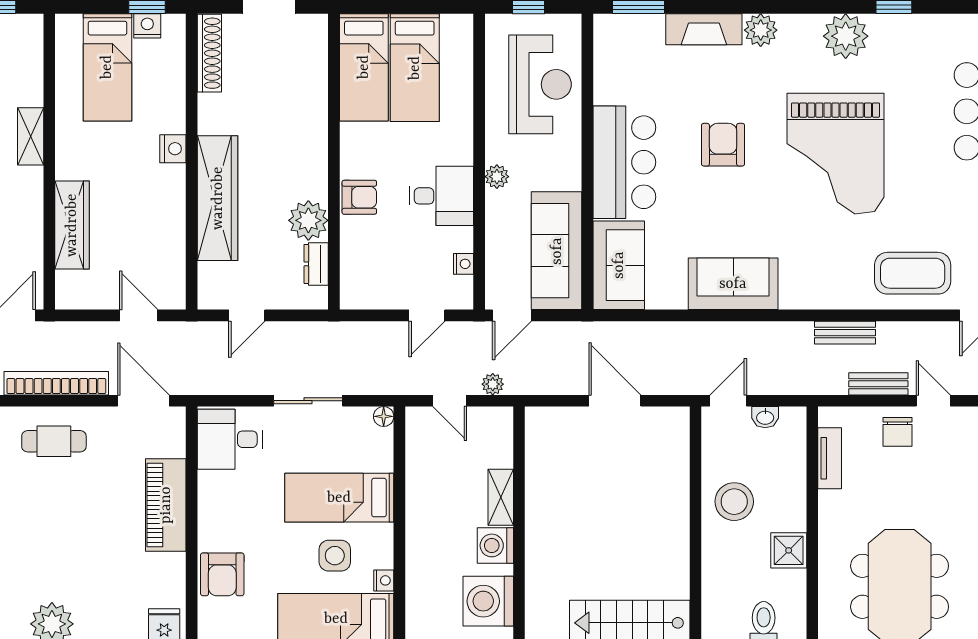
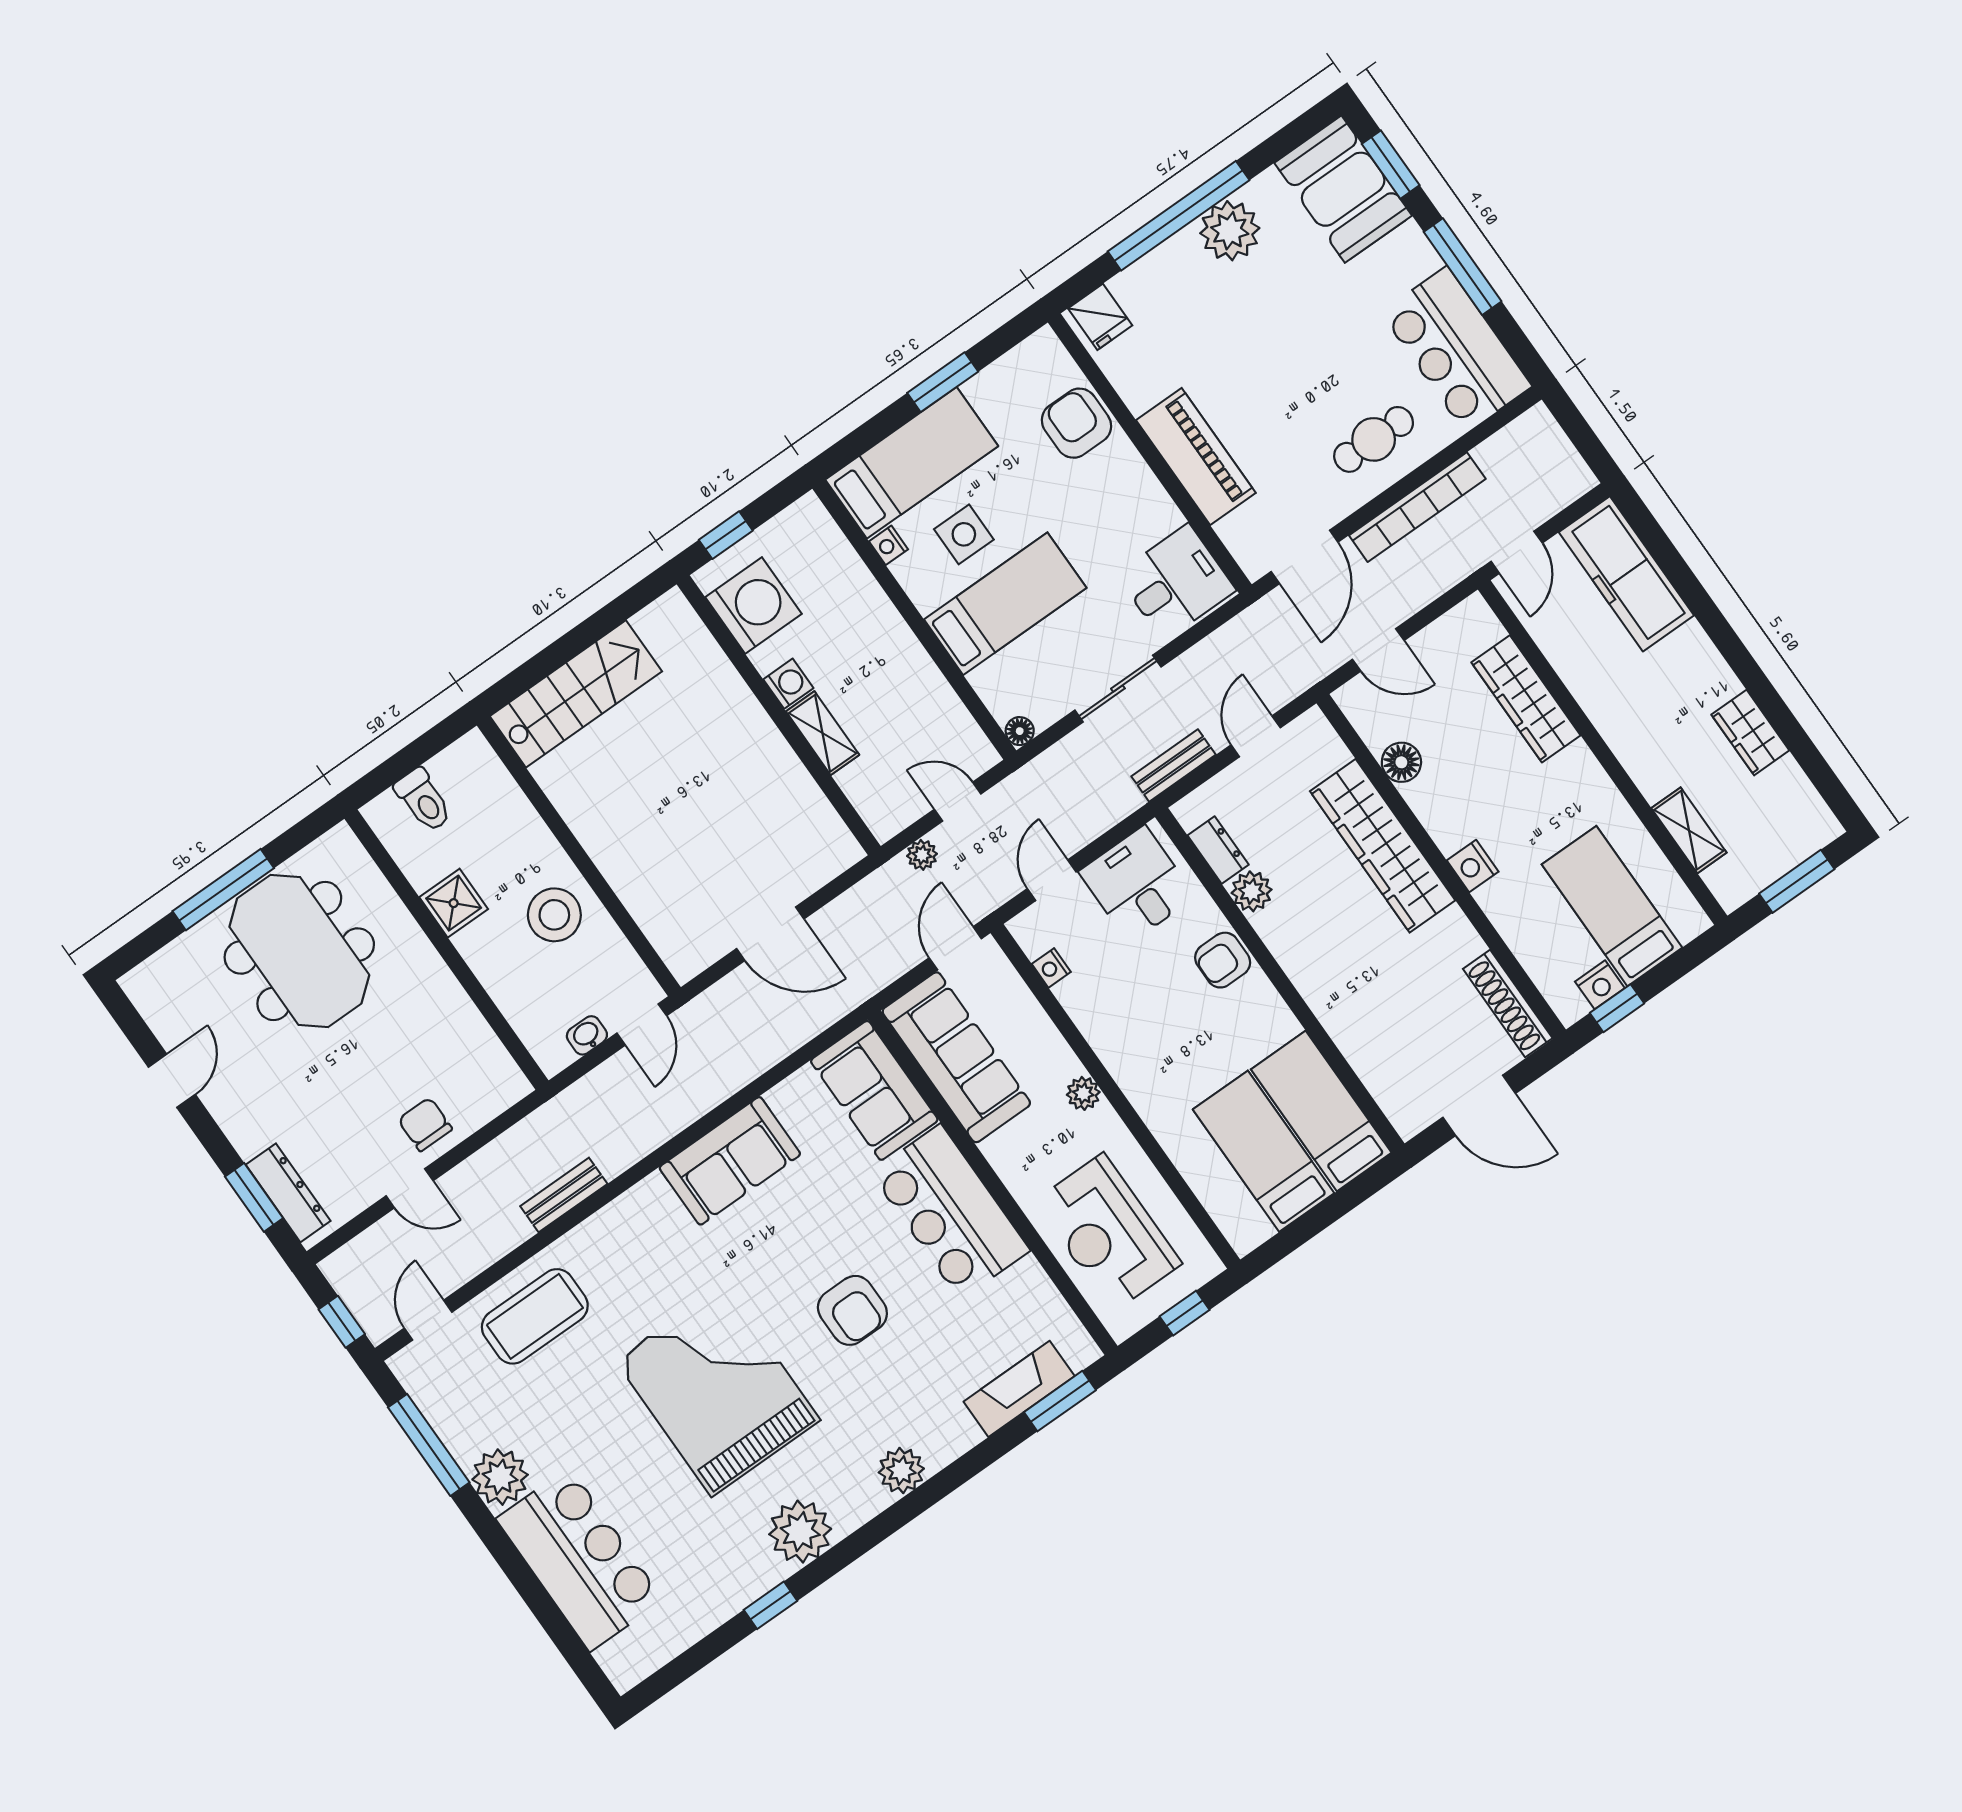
fireplace: (704, 29) -> (1019, 1389), moved
shelving: (31, 136) -> (1689, 830), moved
desk: (441, 196) -> (1137, 884), moved, turned 90
plant: (308, 220) -> (1252, 891), width x0.73, depth x0.73
floor lamp: (172, 239) -> (1401, 762), added
bench: (878, 384) -> (1174, 765), moved
door: (143, 401) -> (1305, 557), hinge flipped
tv unit: (830, 458) -> (481, 1040), removed
washing machine: (495, 545) -> (788, 684), width x0.73, depth x0.73

